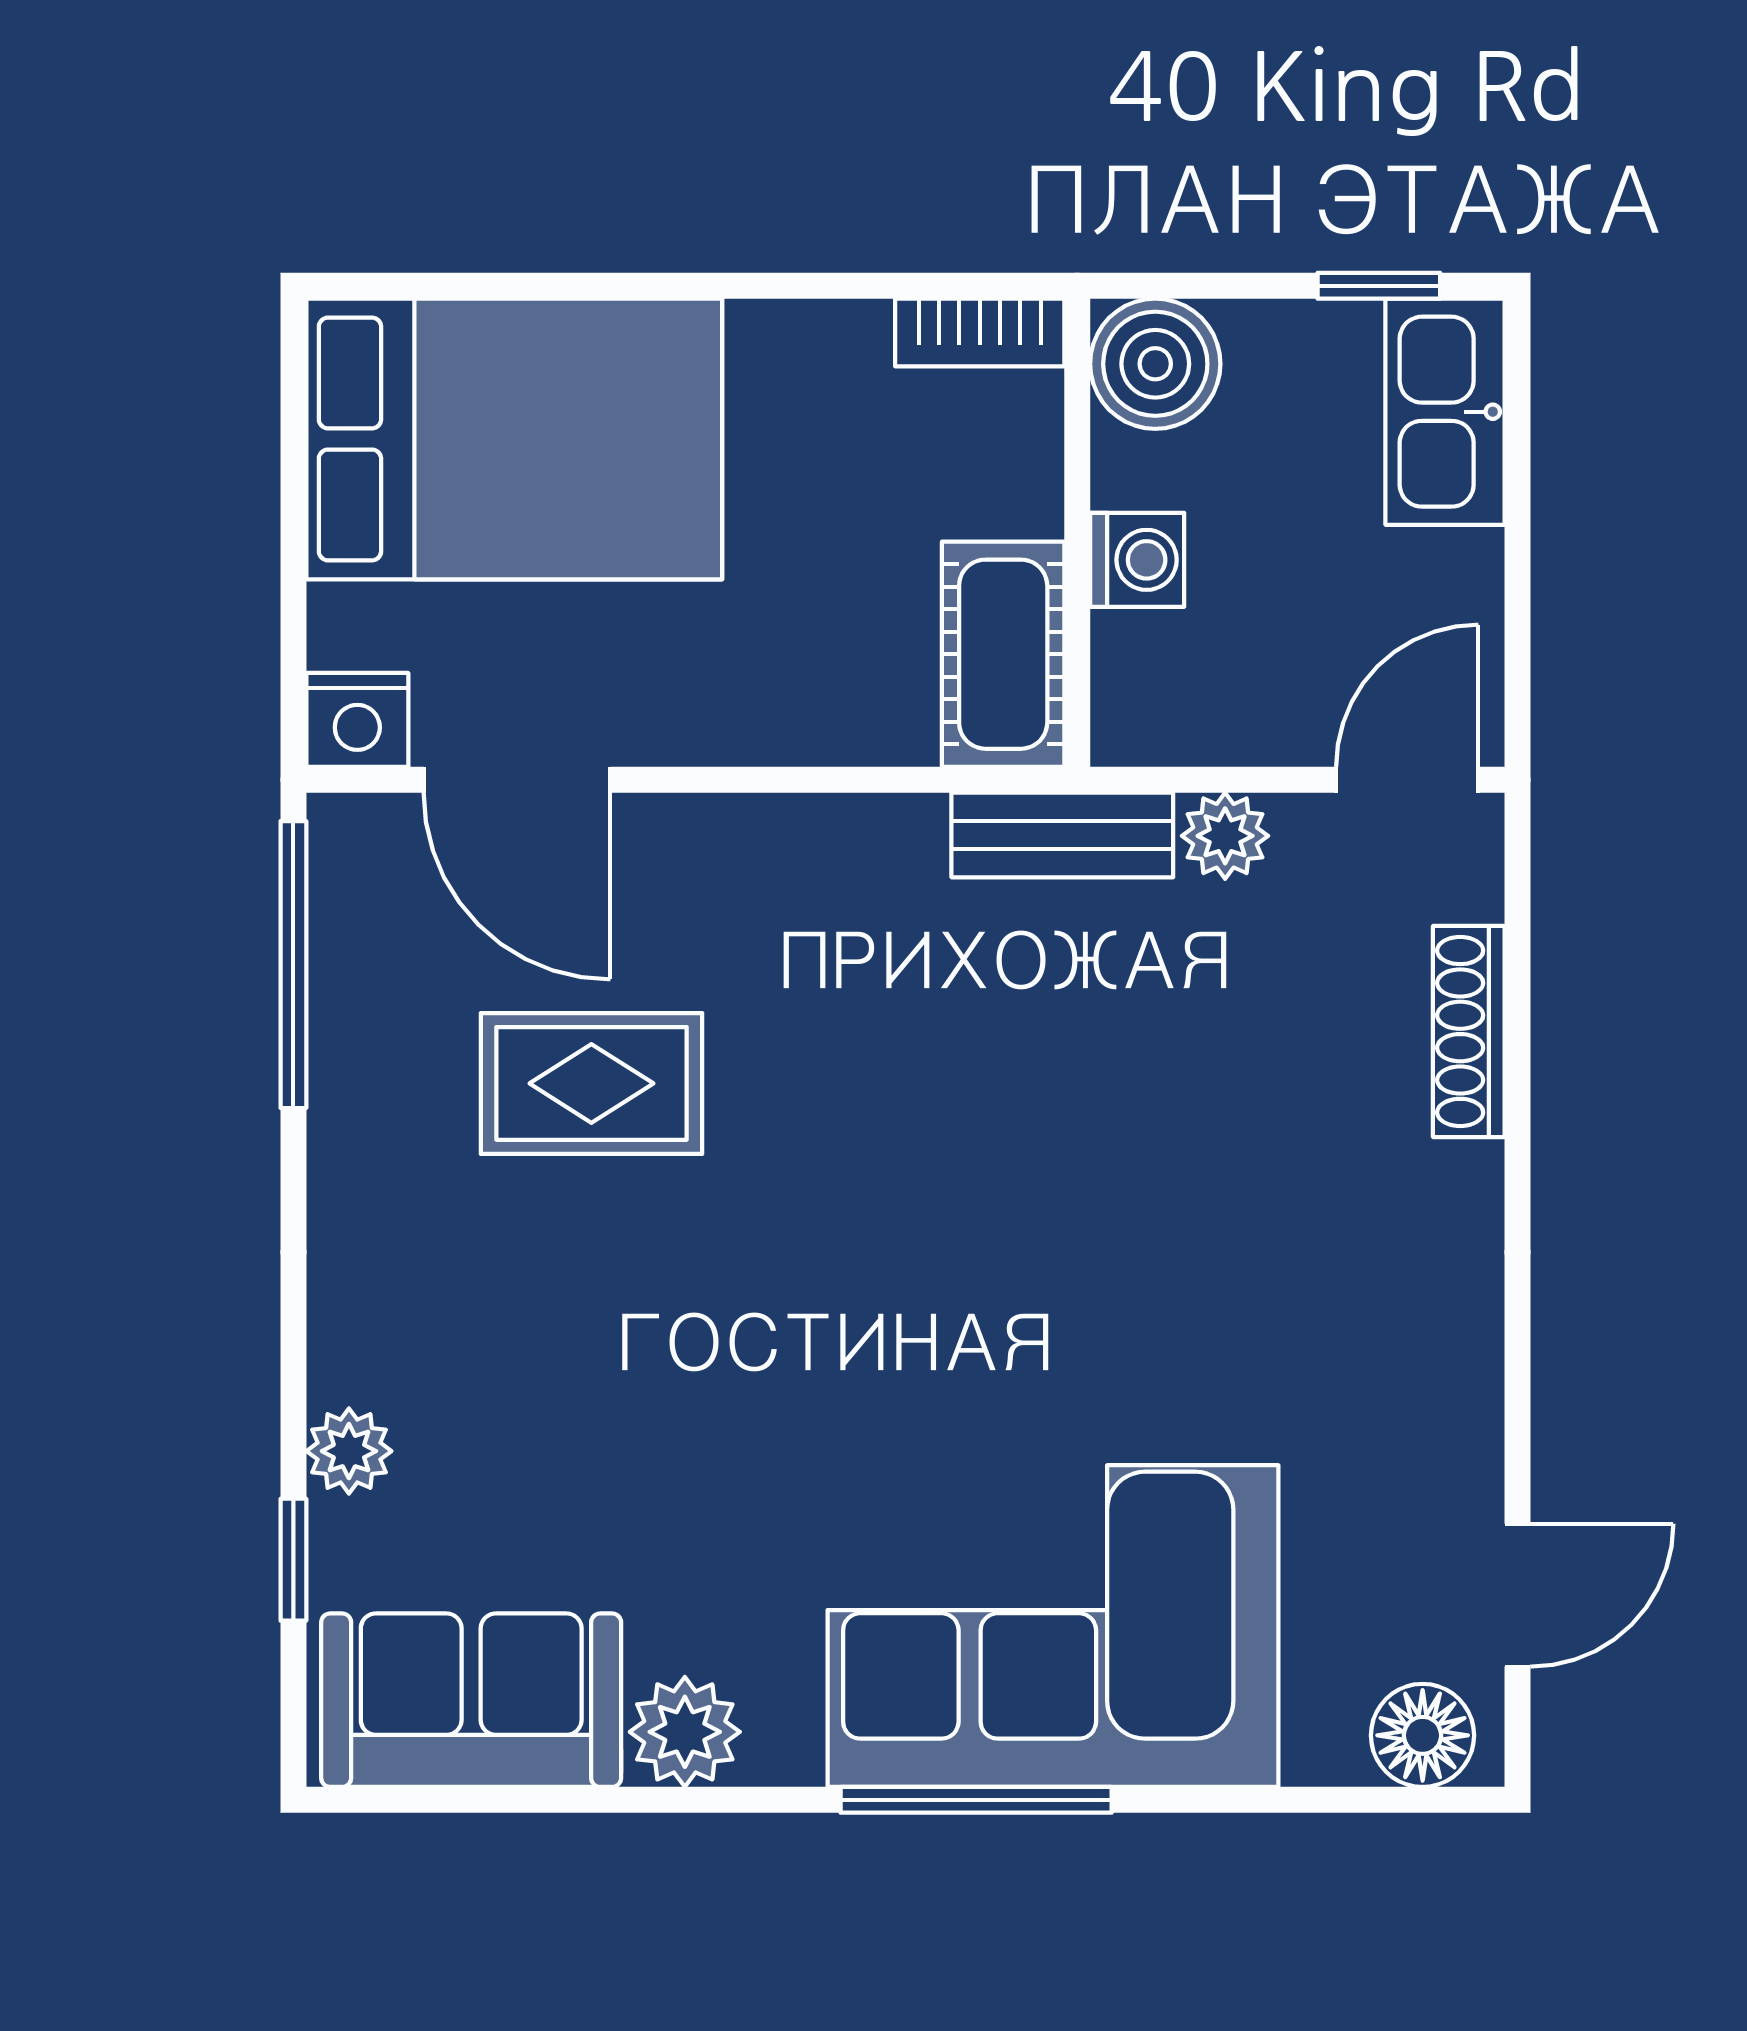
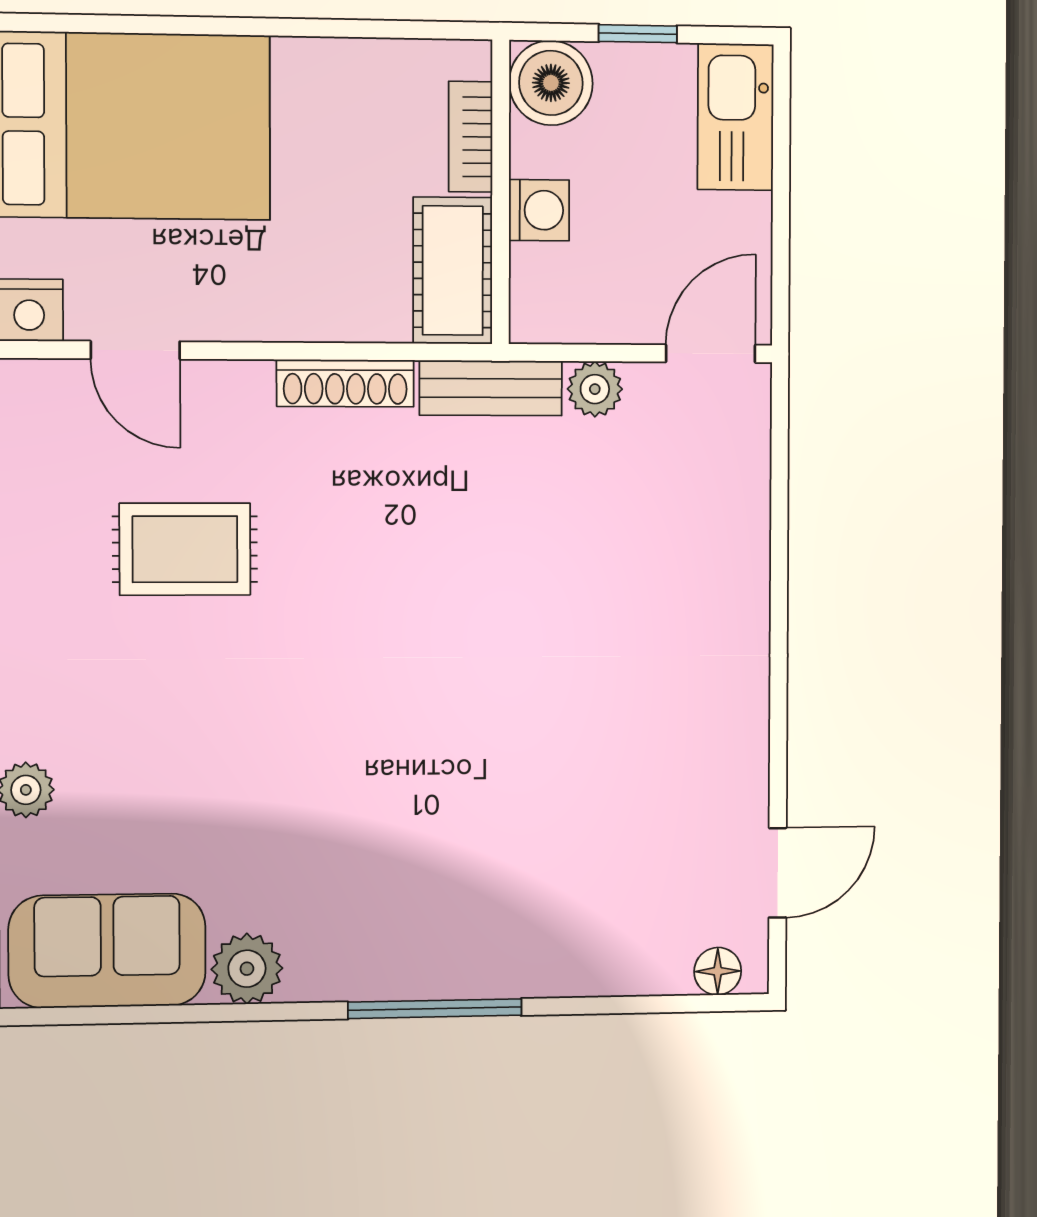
window: (1379, 286) -> (638, 34), moved
bookcase: (980, 332) -> (470, 137), moved, turned 90
door: (517, 780) -> (135, 350), width x0.73
shoe rack: (1469, 1031) -> (345, 383), moved, turned -90
corner sofa: (1053, 1626) -> (484, 897), removed
floor lamp: (1423, 1735) -> (718, 971), width x0.73, depth x0.73

